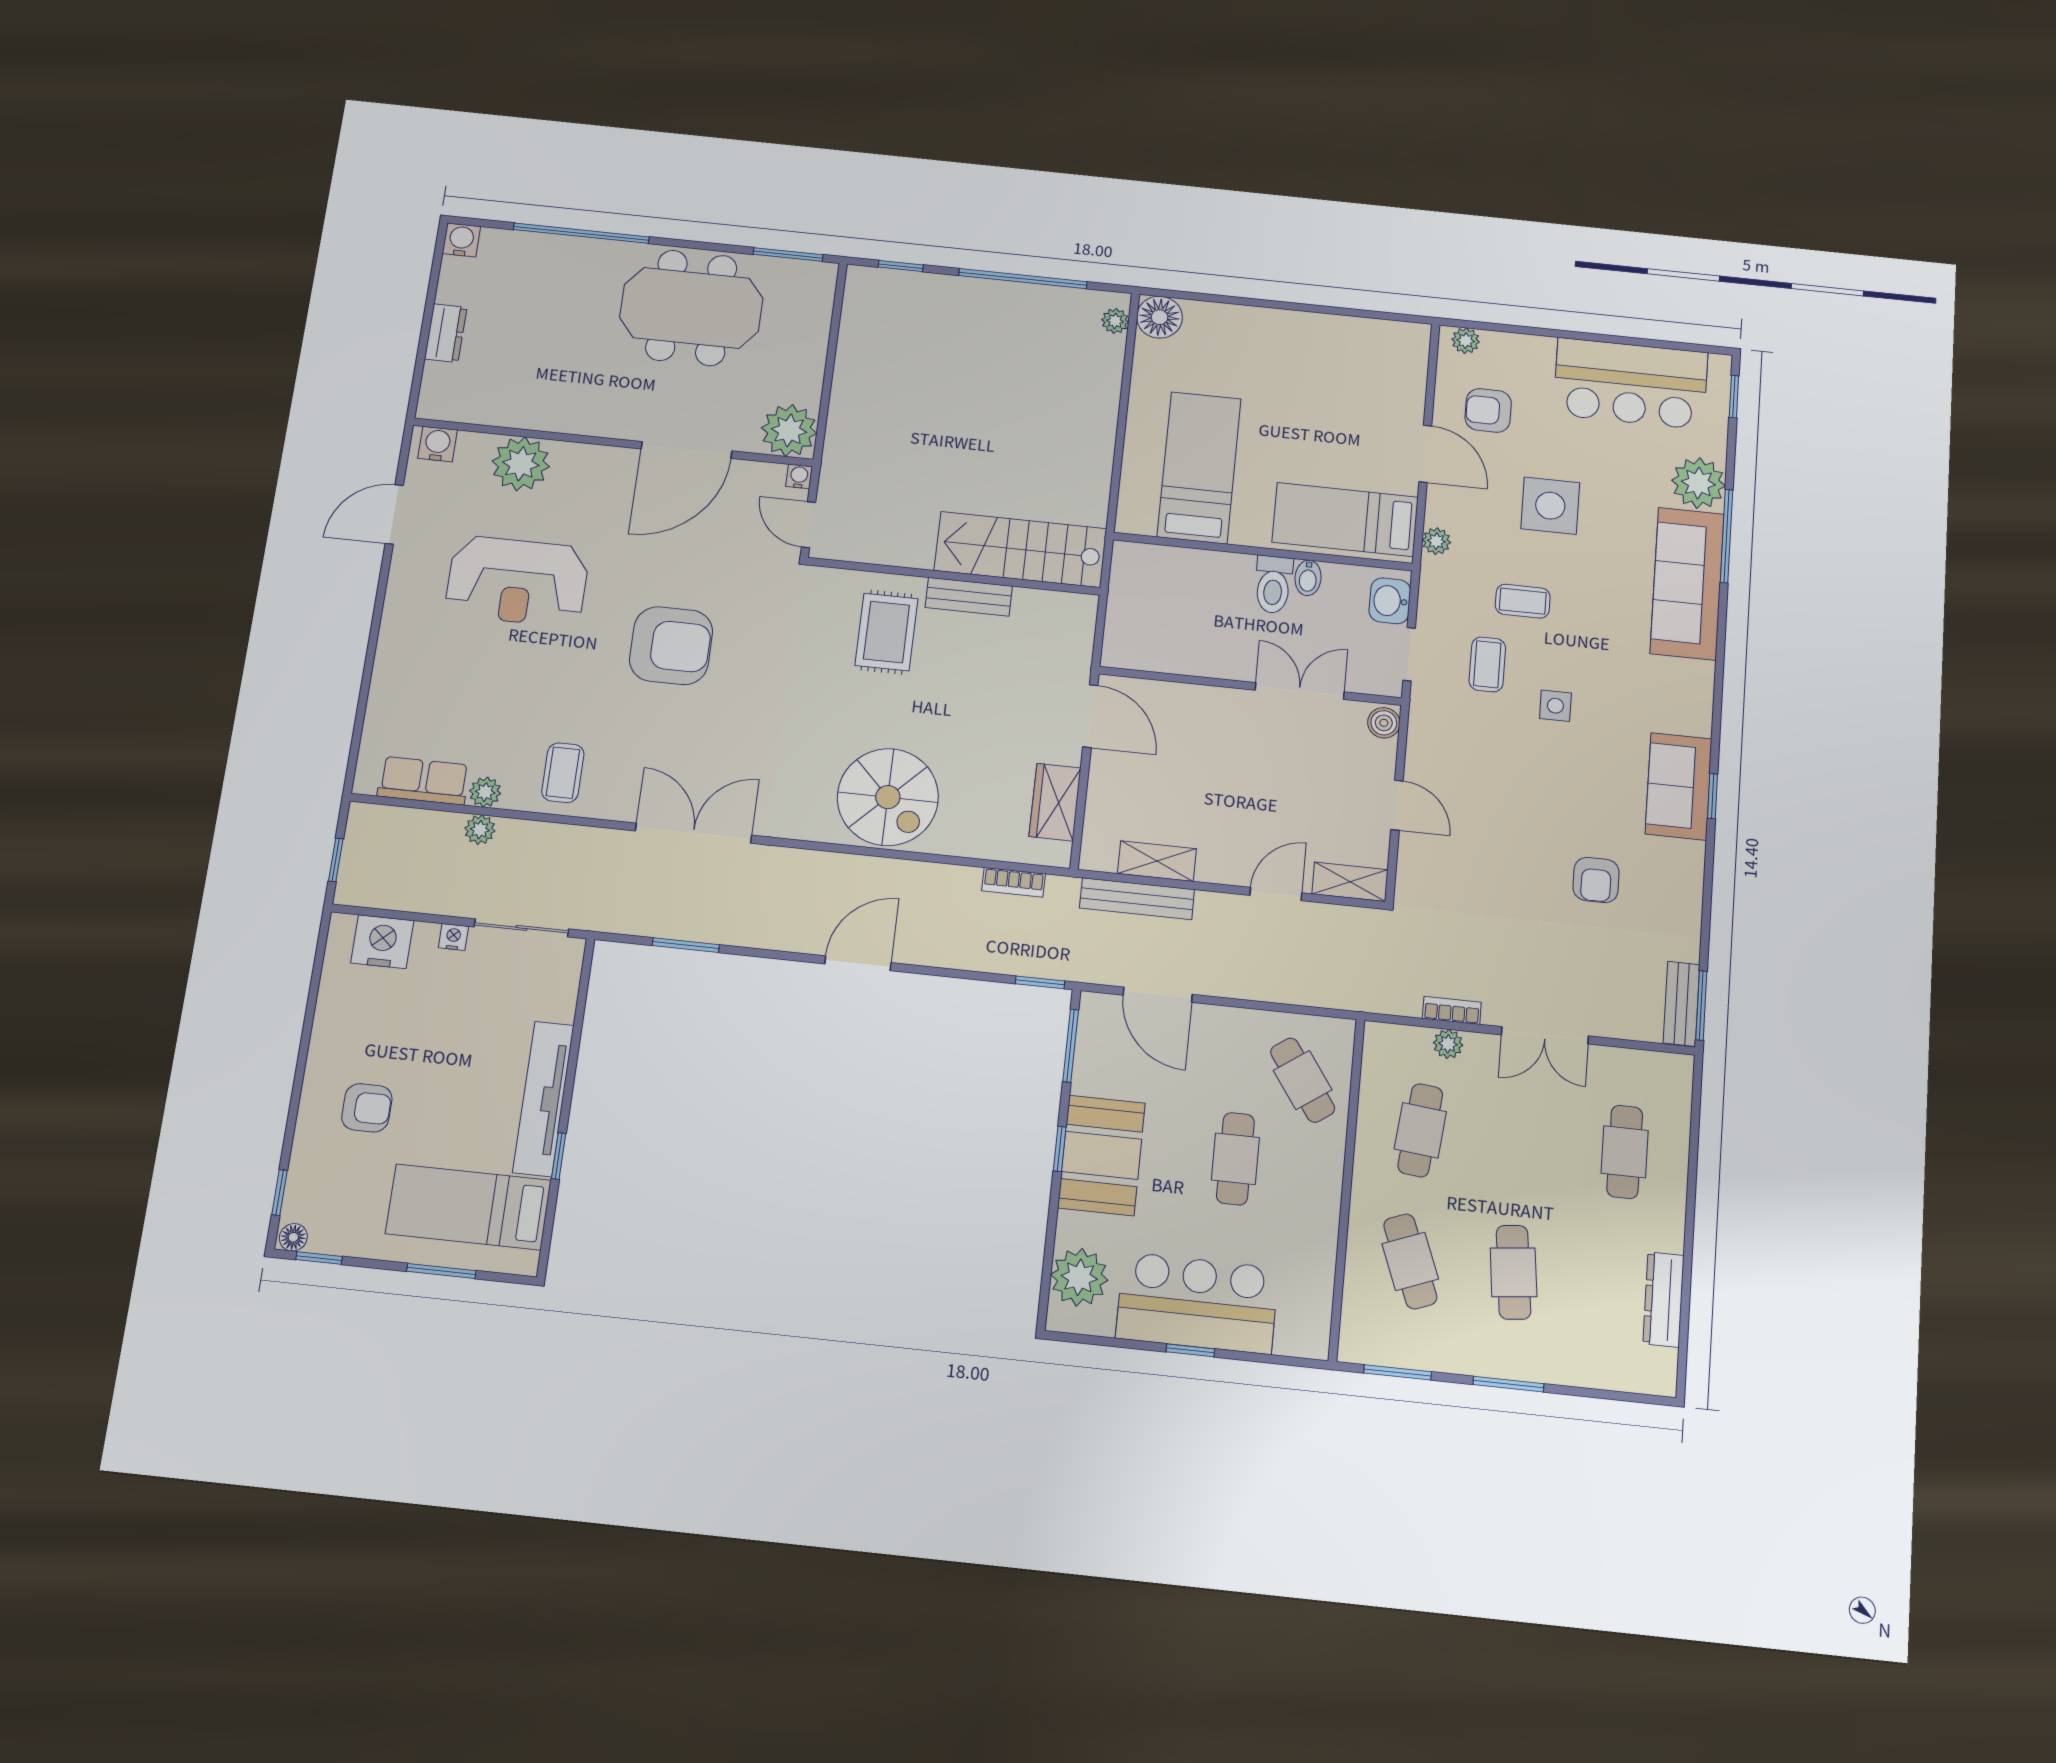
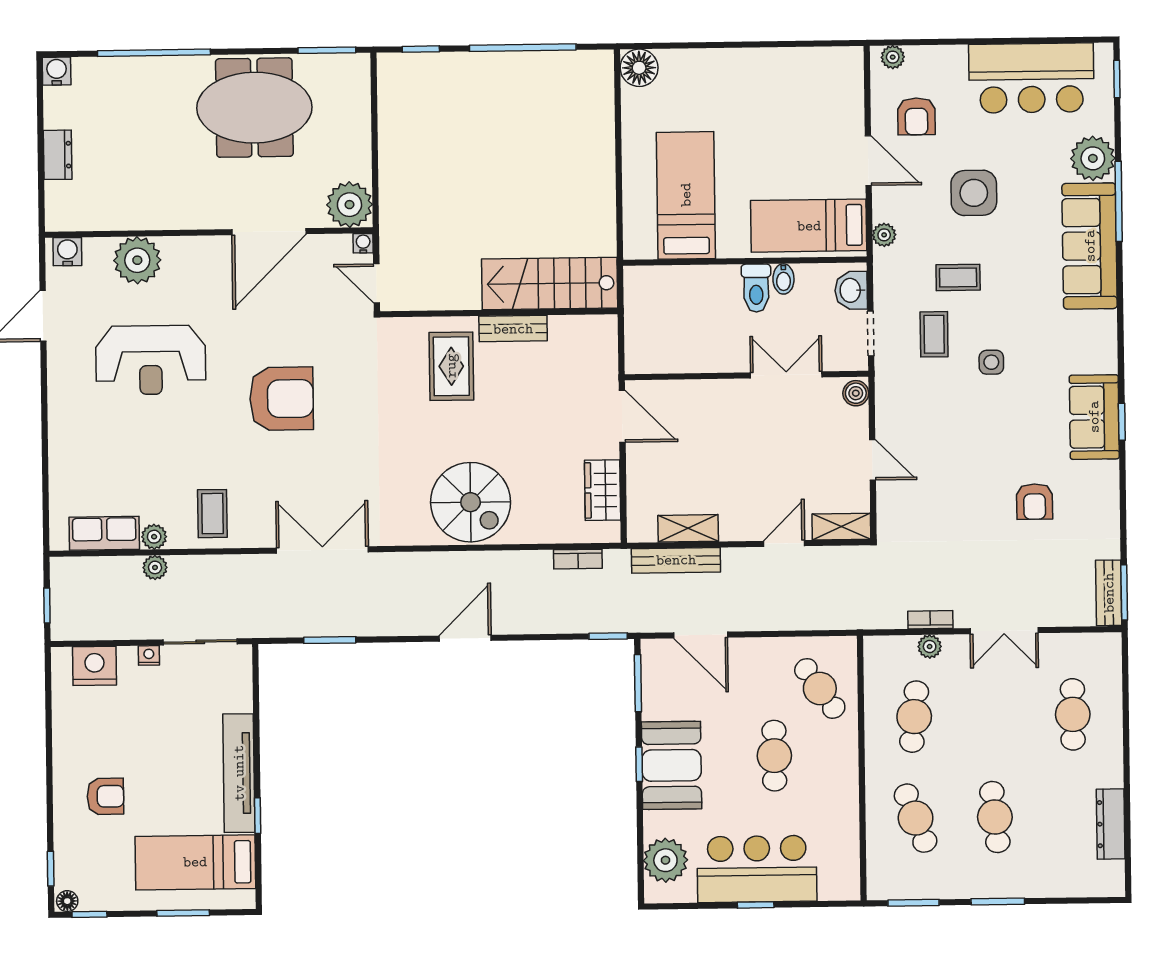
plant: (1115, 321) -> (603, 76), removed
armchair: (1488, 410) -> (916, 116), turned -90

